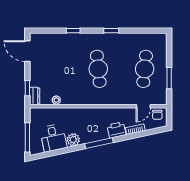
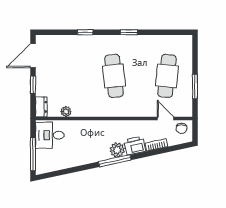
door: (27, 51) -> (33, 56), hinge flipped
window: (27, 88) -> (33, 85), moved
door: (143, 106) -> (166, 119), swing flipped
desk: (53, 138) -> (50, 135), moved, turned 102
plant: (73, 140) -> (117, 150), moved

